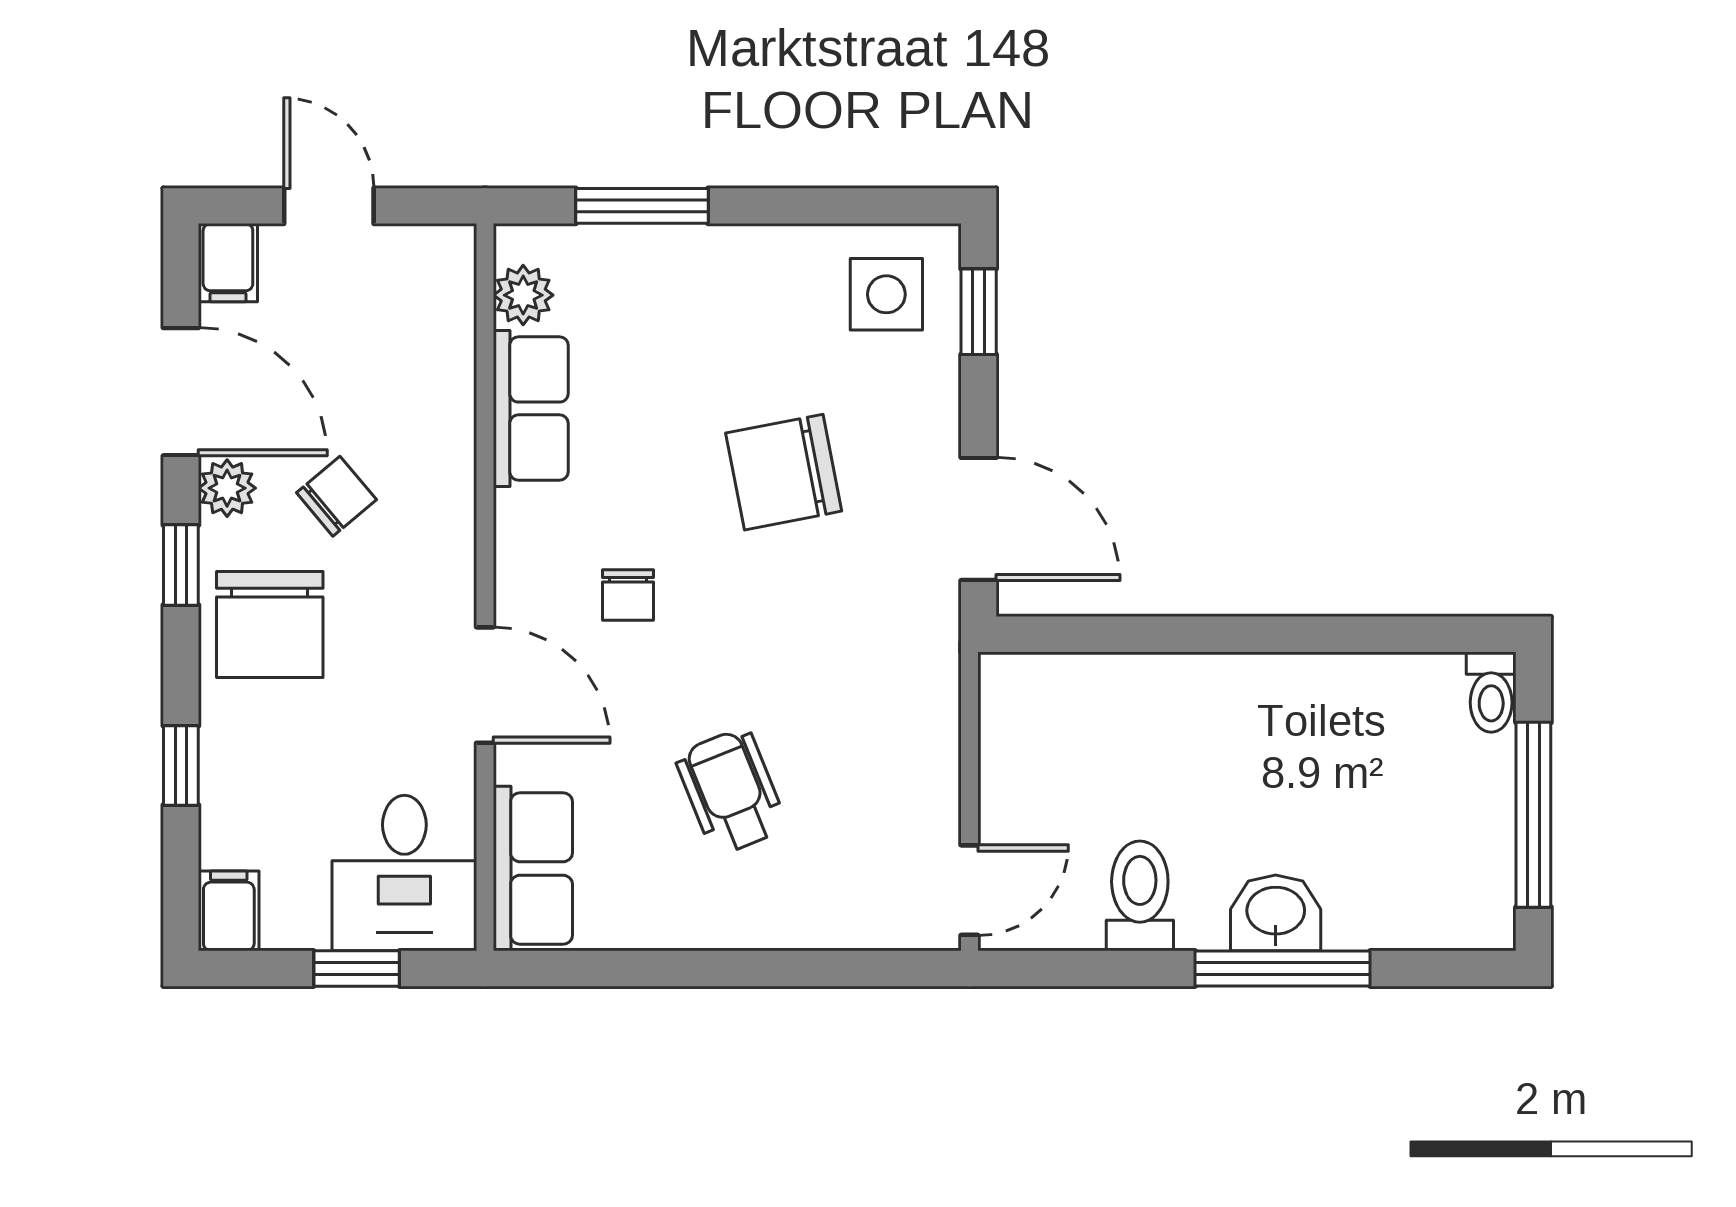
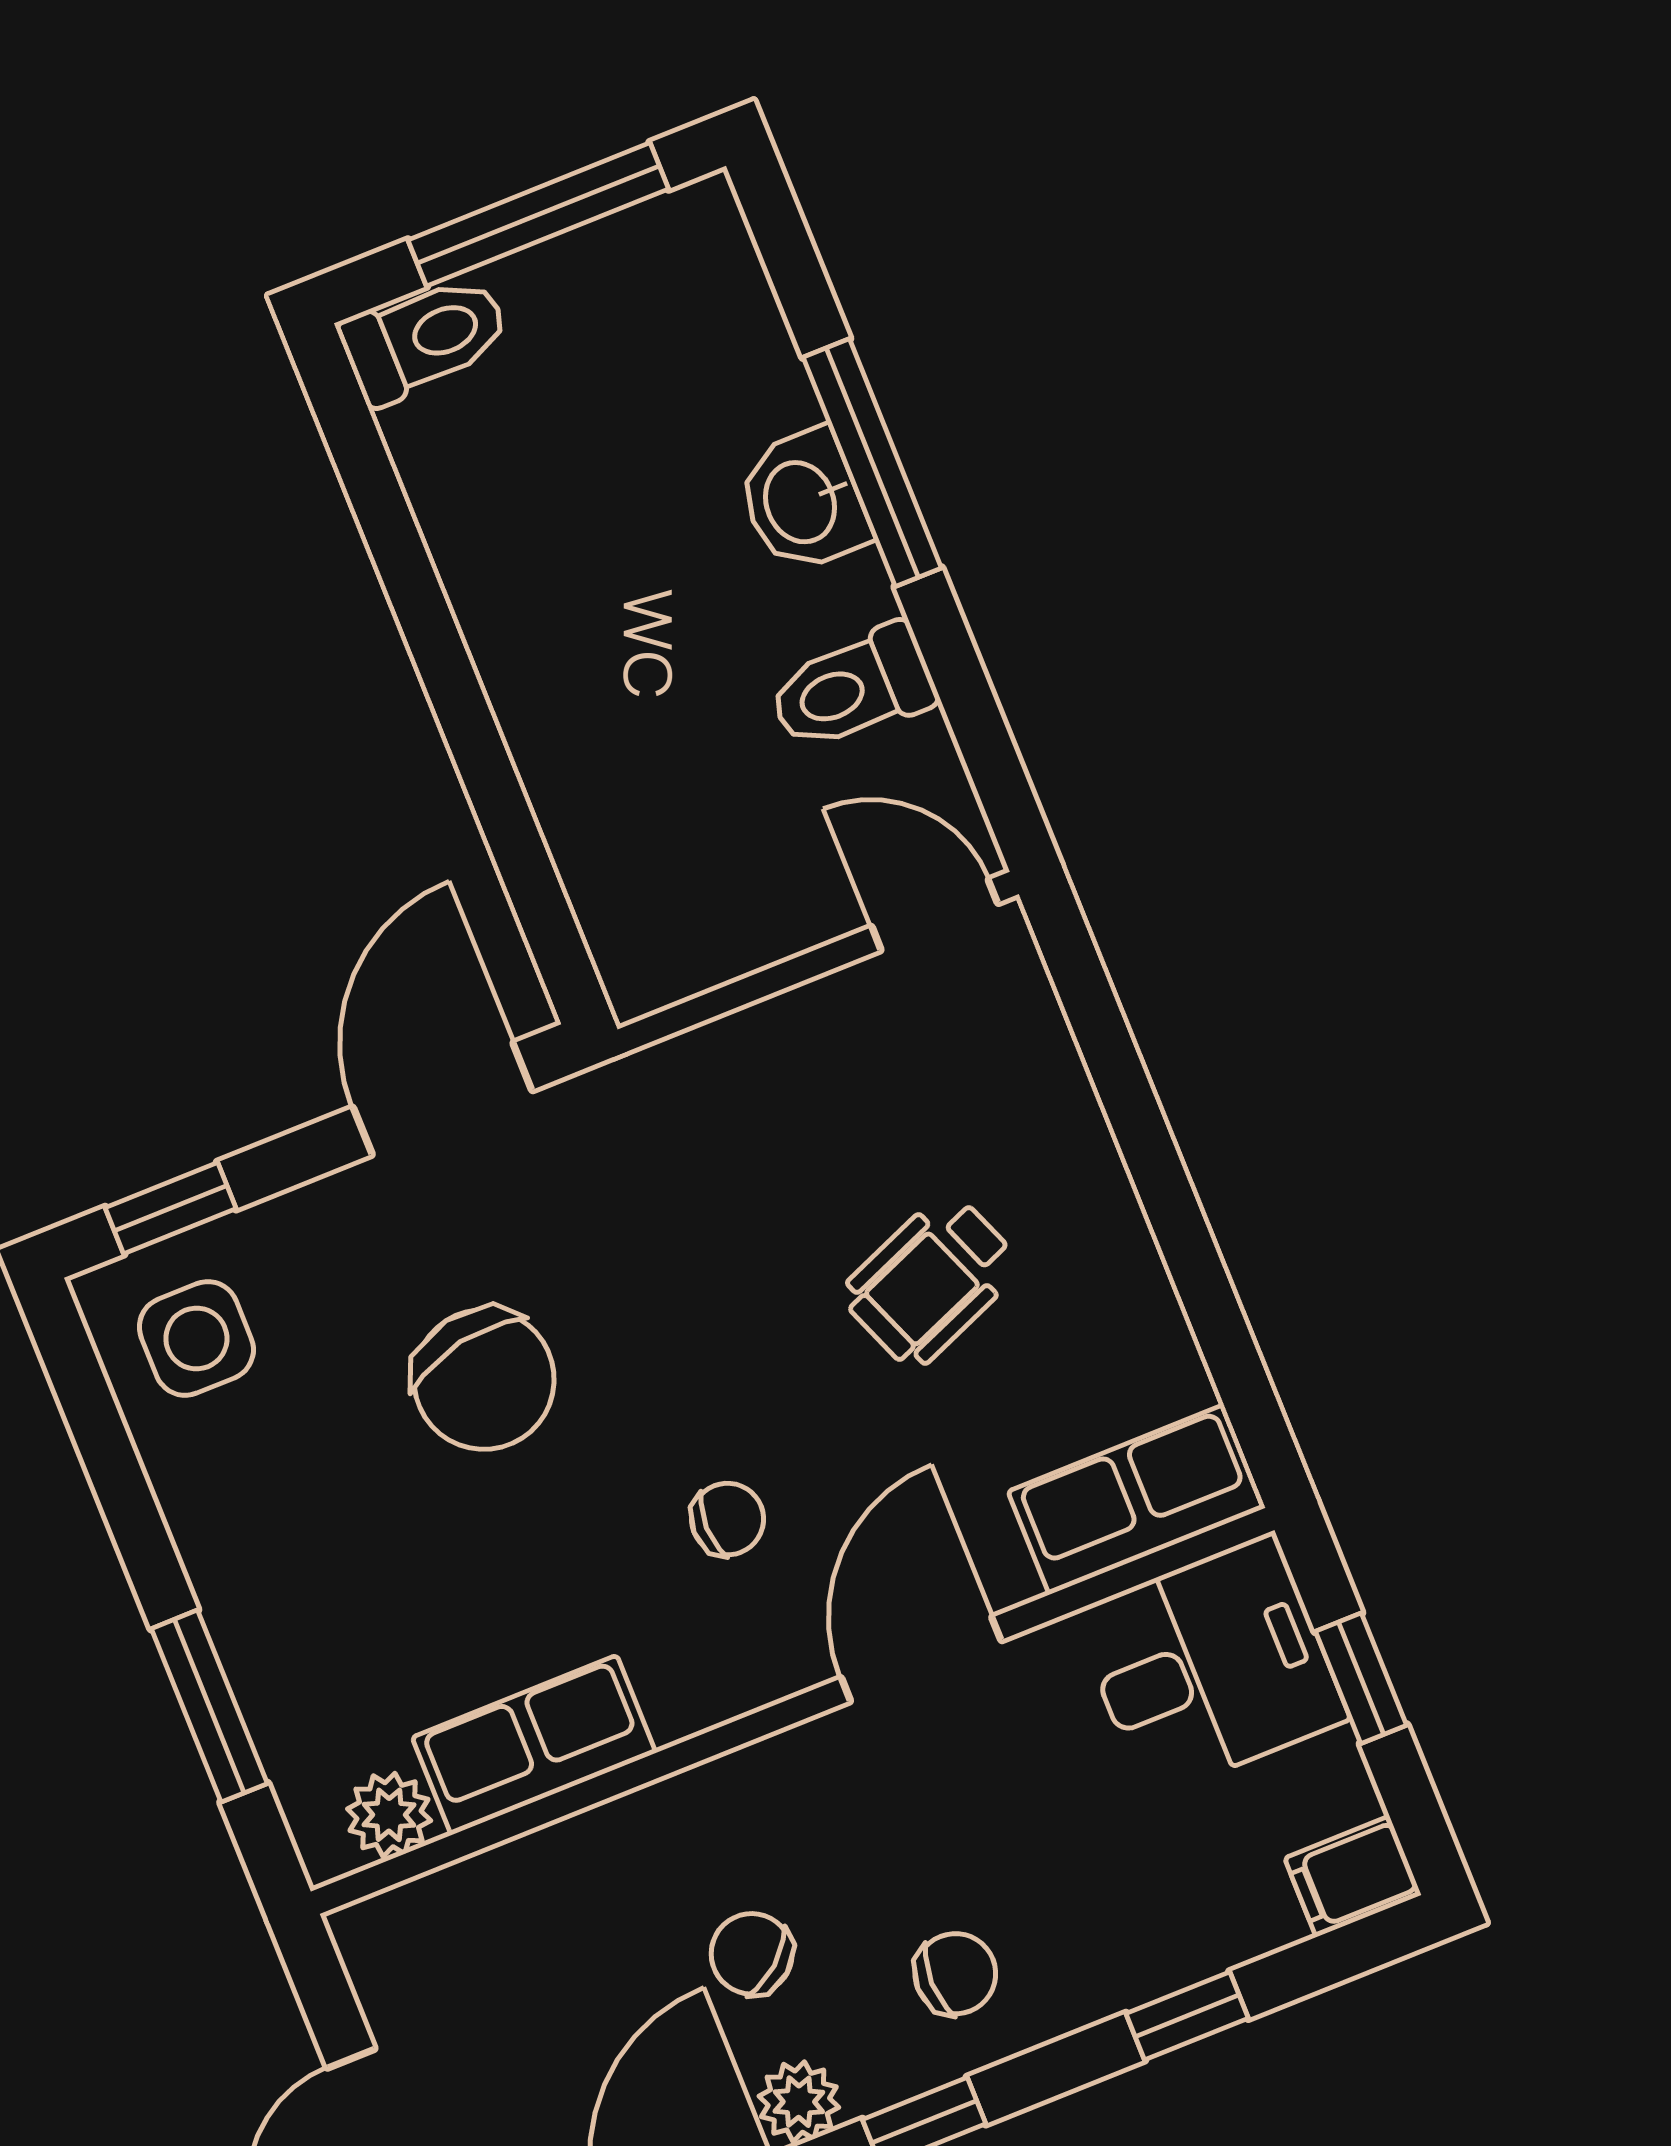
chair: (270, 625) -> (955, 1974), width x0.54, depth x0.54
toilet: (1491, 692) -> (425, 339), width x1.37, depth x1.39

